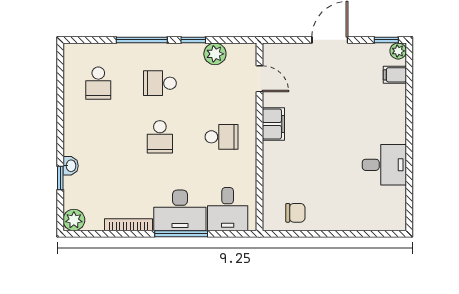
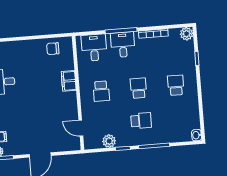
school desk: (98, 83) -> (176, 85), moved
filing cabinet: (273, 124) -> (69, 81), moved
school desk: (221, 137) -> (101, 91), turned -90
washbasin: (71, 166) -> (197, 135), moved
desk: (180, 210) -> (123, 45), width x0.73

